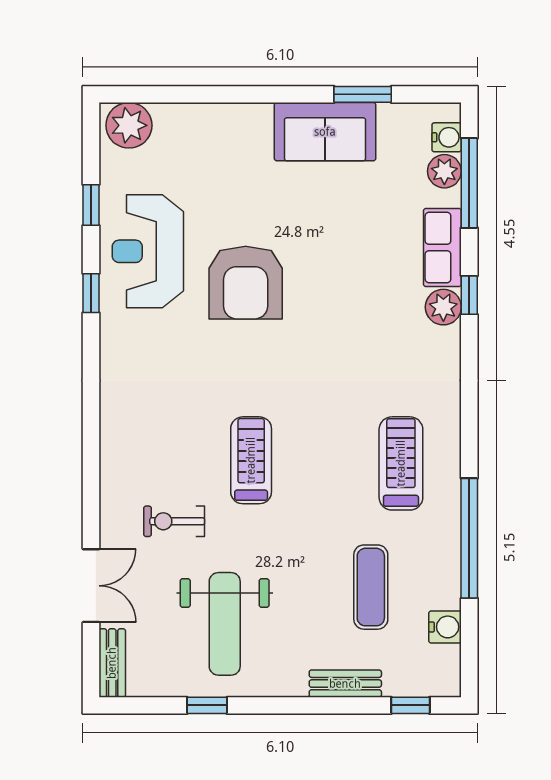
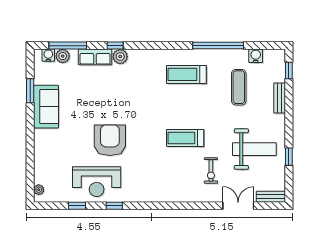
plant: (129, 125) -> (39, 190), width x0.53, depth x0.53
armchair: (246, 283) -> (110, 140), turned -90
exercise mat: (371, 587) -> (239, 87), turned 90

